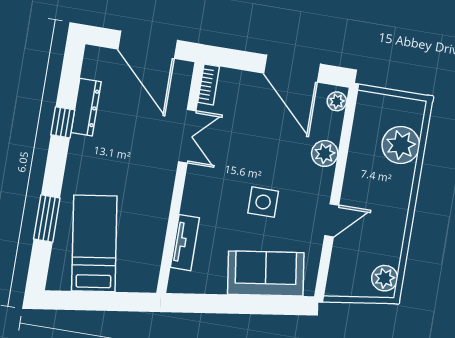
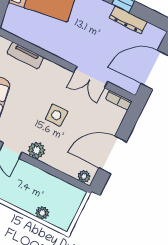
plant: (401, 145) -> (42, 213), width x0.53, depth x0.53
plant: (325, 153) -> (37, 150), moved
side table: (263, 202) -> (56, 115), moved

